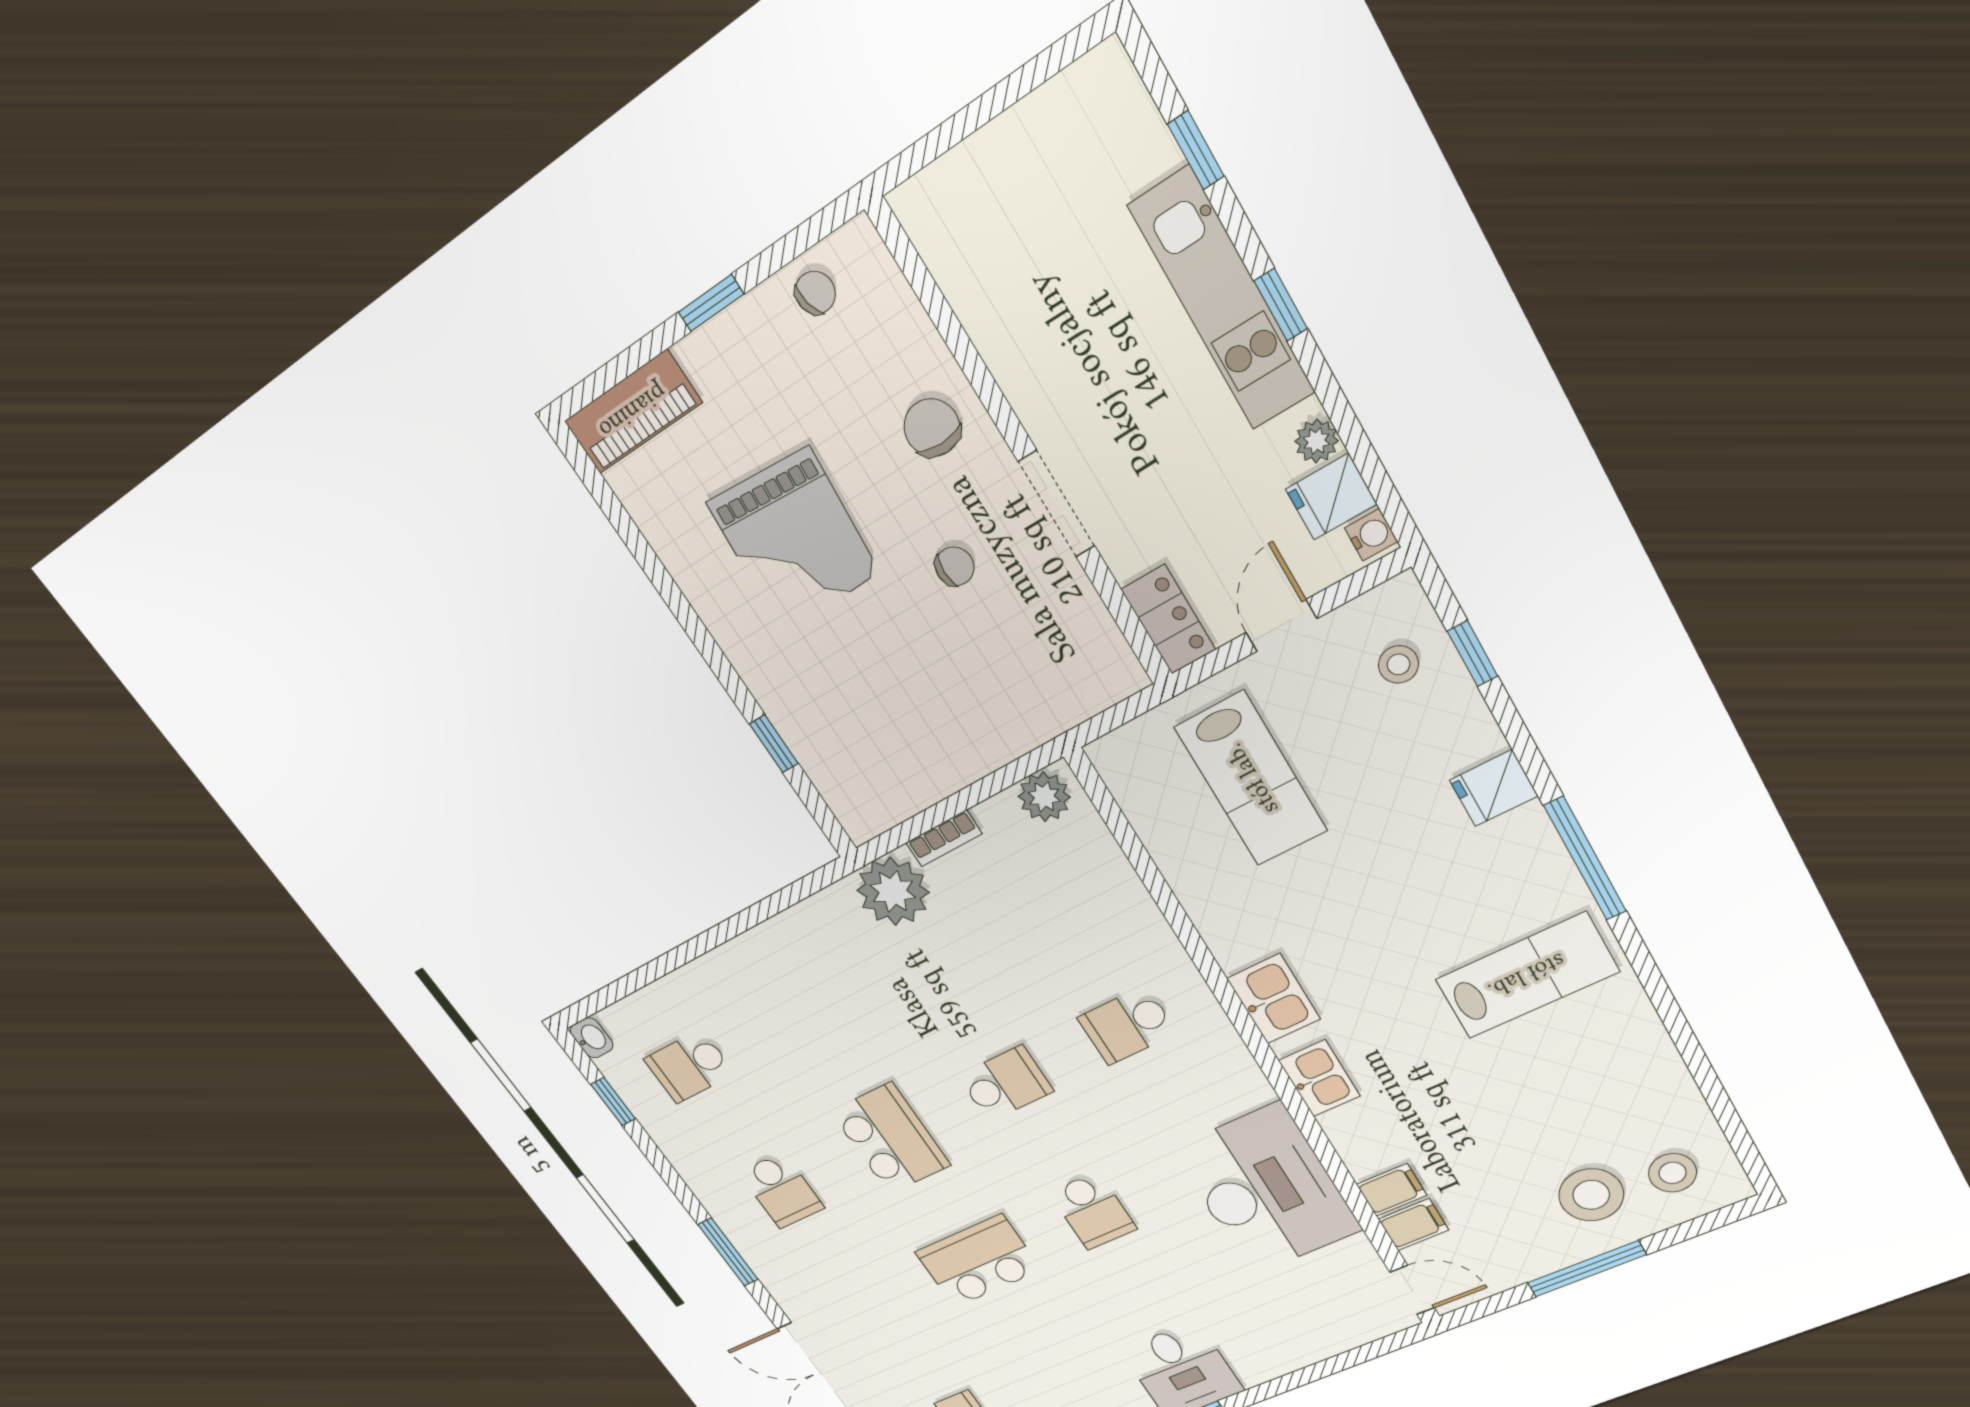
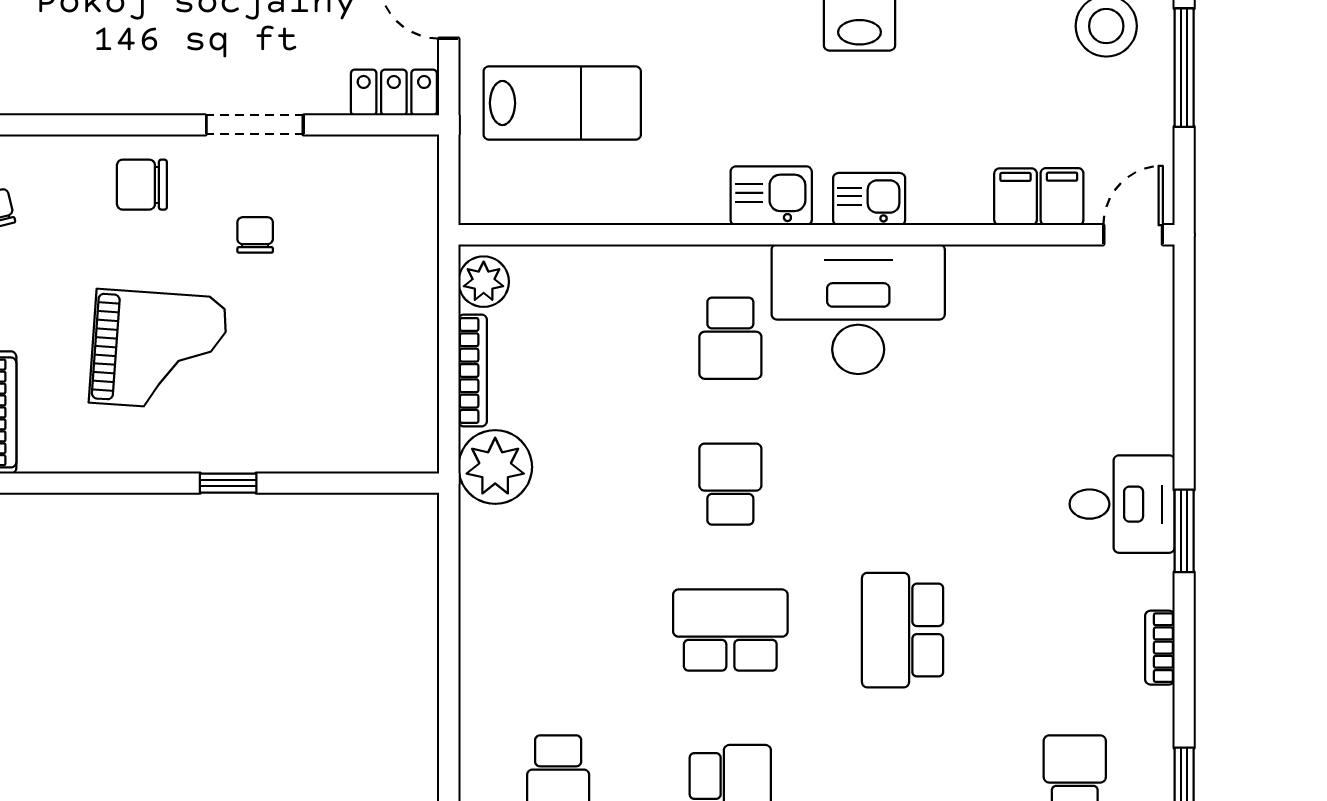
window: (774, 744) -> (228, 483), moved
bookcase: (944, 838) -> (473, 370), width x1.56
desk: (1266, 1189) -> (858, 309), moved
school desk: (1093, 1211) -> (903, 484), removed

